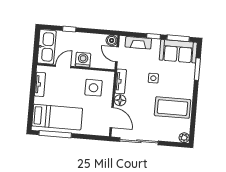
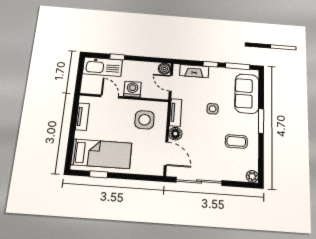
kitchen sink: (47, 47) -> (103, 67), moved, turned 90
sofa: (178, 51) -> (247, 94), moved, turned 90
door: (63, 66) -> (110, 96), hinge flipped
window: (197, 69) -> (261, 121), moved
coffee table: (172, 108) -> (236, 141), width x0.54, depth x0.58
window: (55, 134) -> (99, 174), width x0.46

